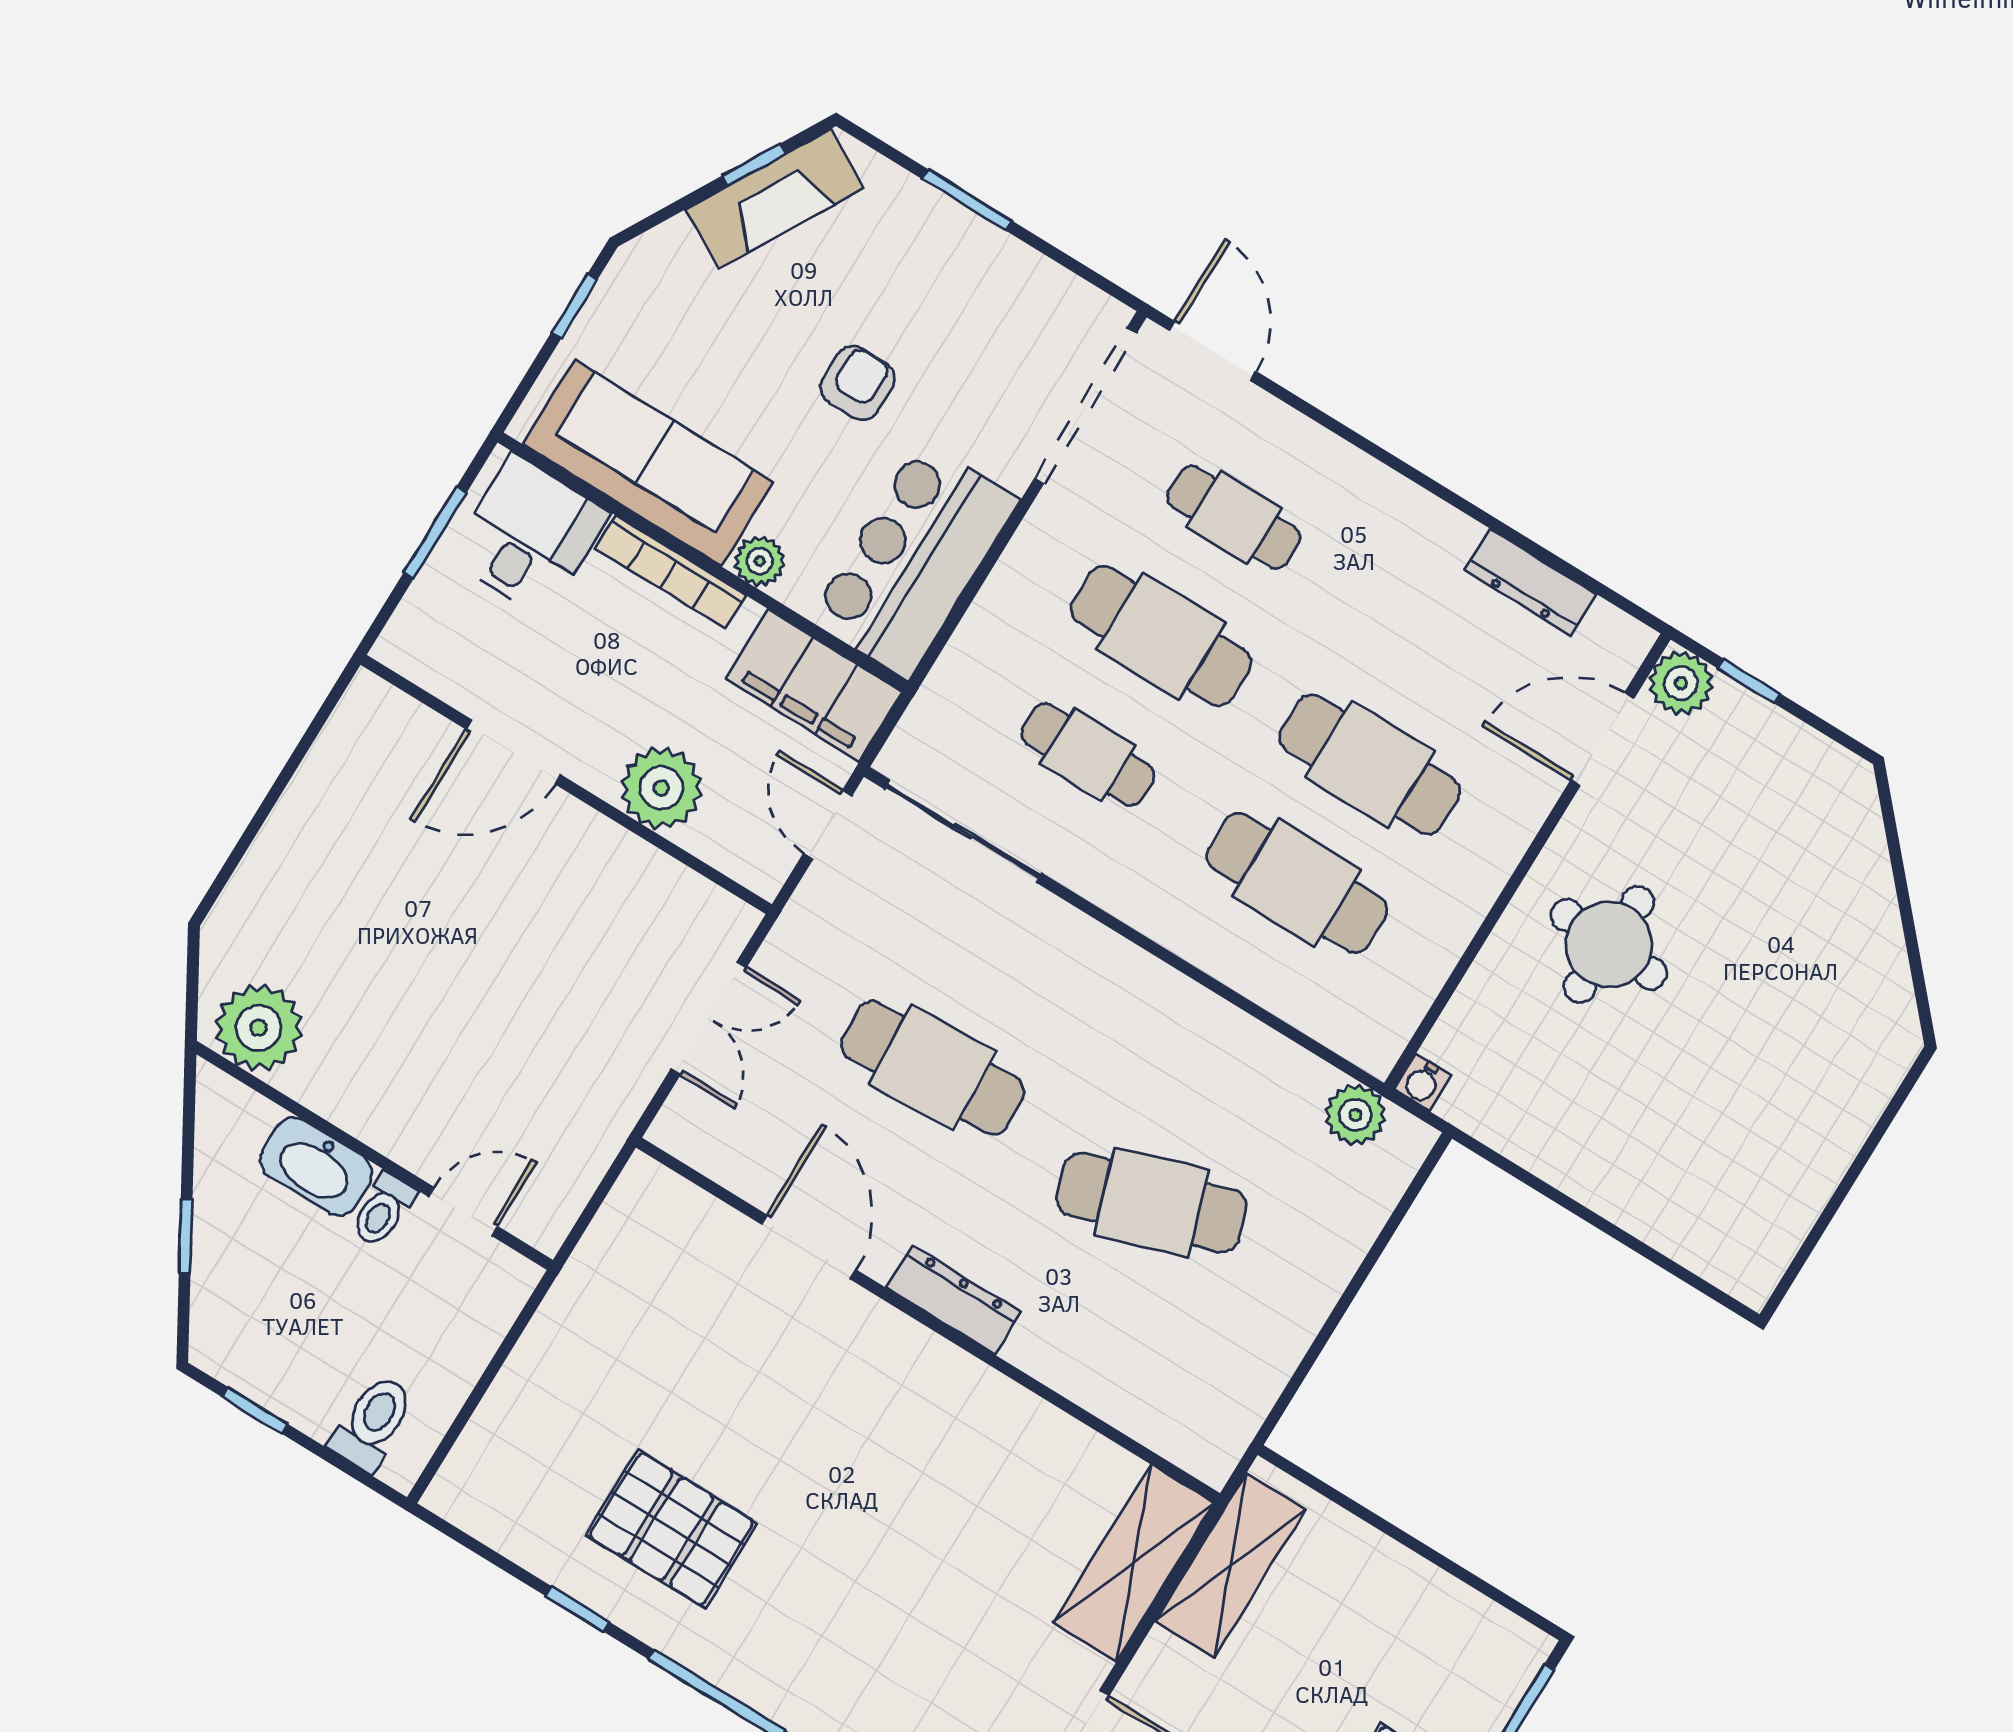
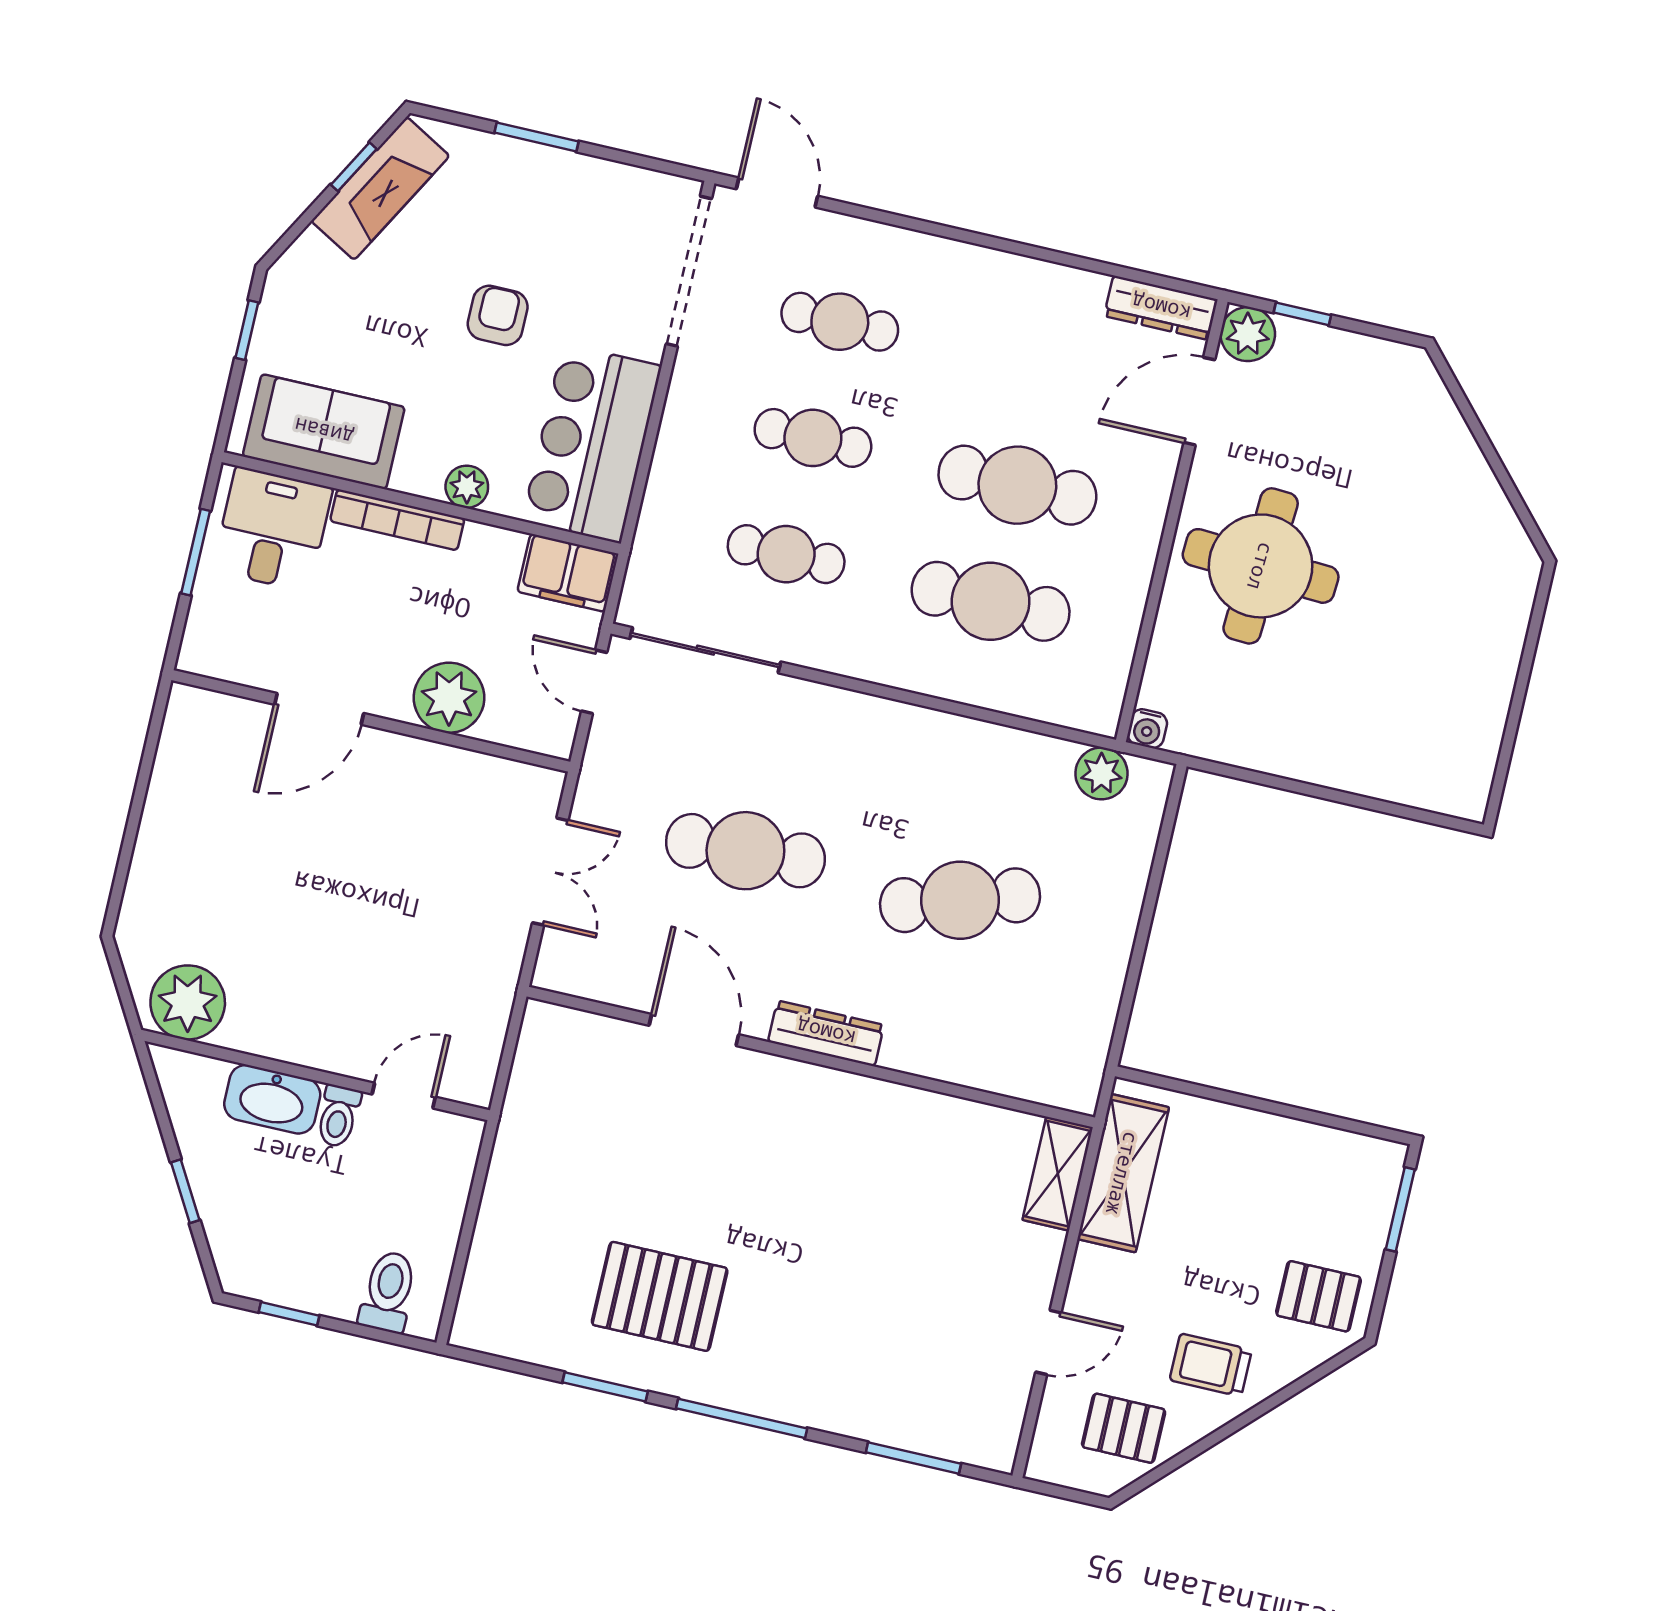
sofa: (648, 463) -> (324, 432), width x0.73
dresser: (1530, 582) -> (1161, 308), moved
cafe table: (1161, 636) -> (813, 438), width x0.73, depth x0.74
filing cabinet: (814, 685) -> (568, 573), width x0.67, depth x0.86
round table: (1609, 944) -> (1261, 566), width x1.36, depth x1.36
shelving: (1134, 1563) -> (1058, 1174), width x0.67, depth x0.75
window: (577, 1609) -> (605, 1387), width x1.50

